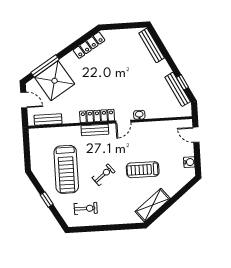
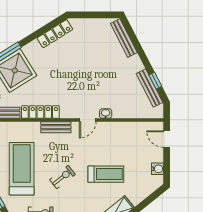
locker: (97, 116) -> (40, 112), moved
treadmill: (66, 169) -> (22, 169), turned 180
treadmill: (143, 170) -> (106, 174), turned 180

